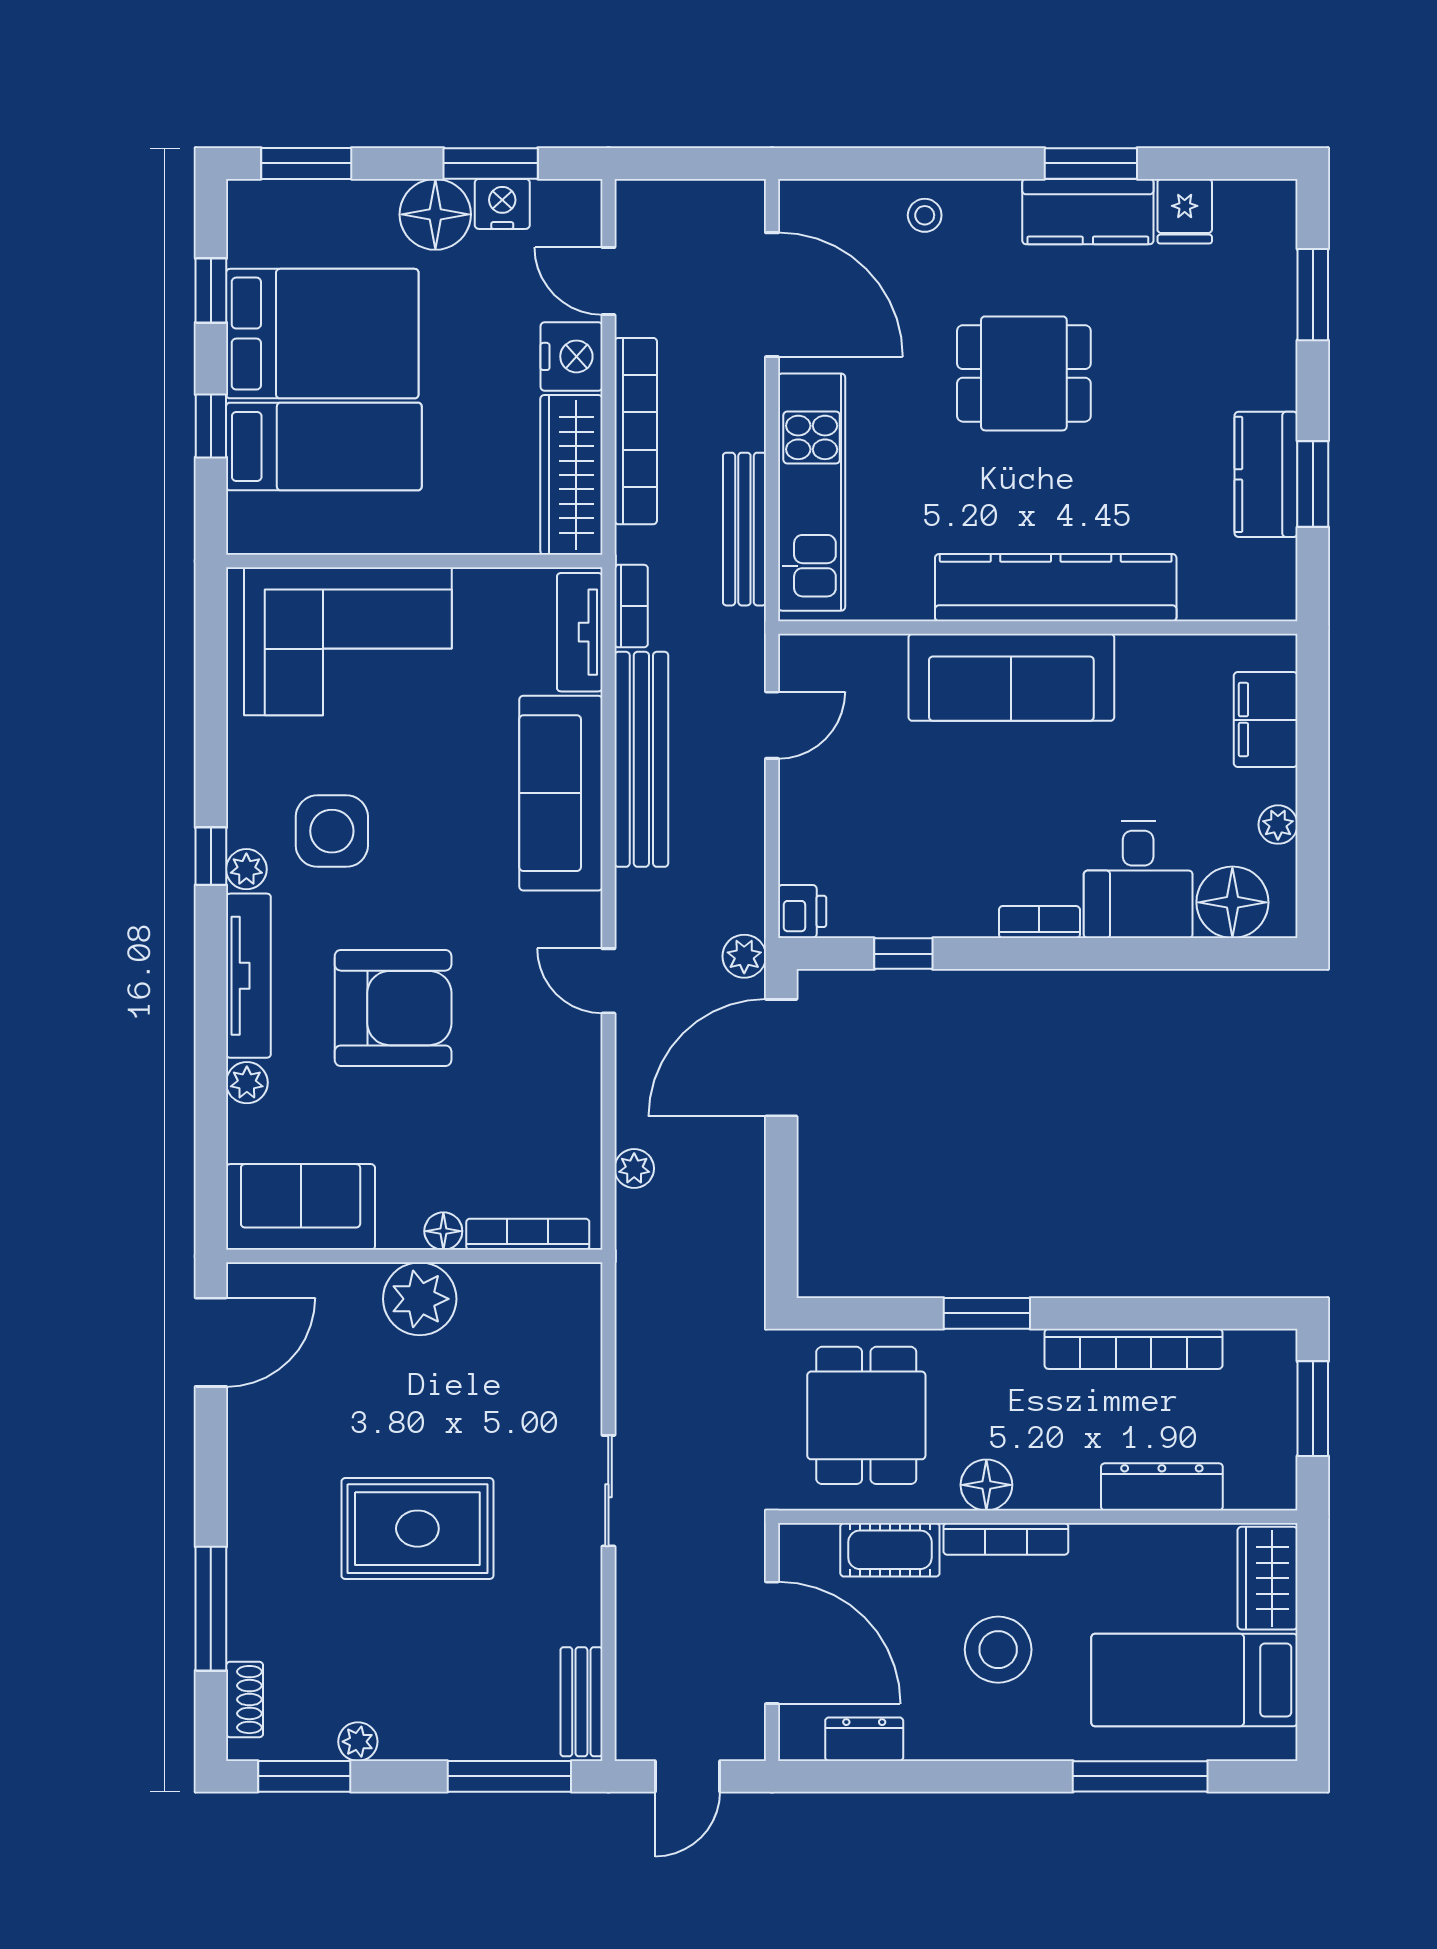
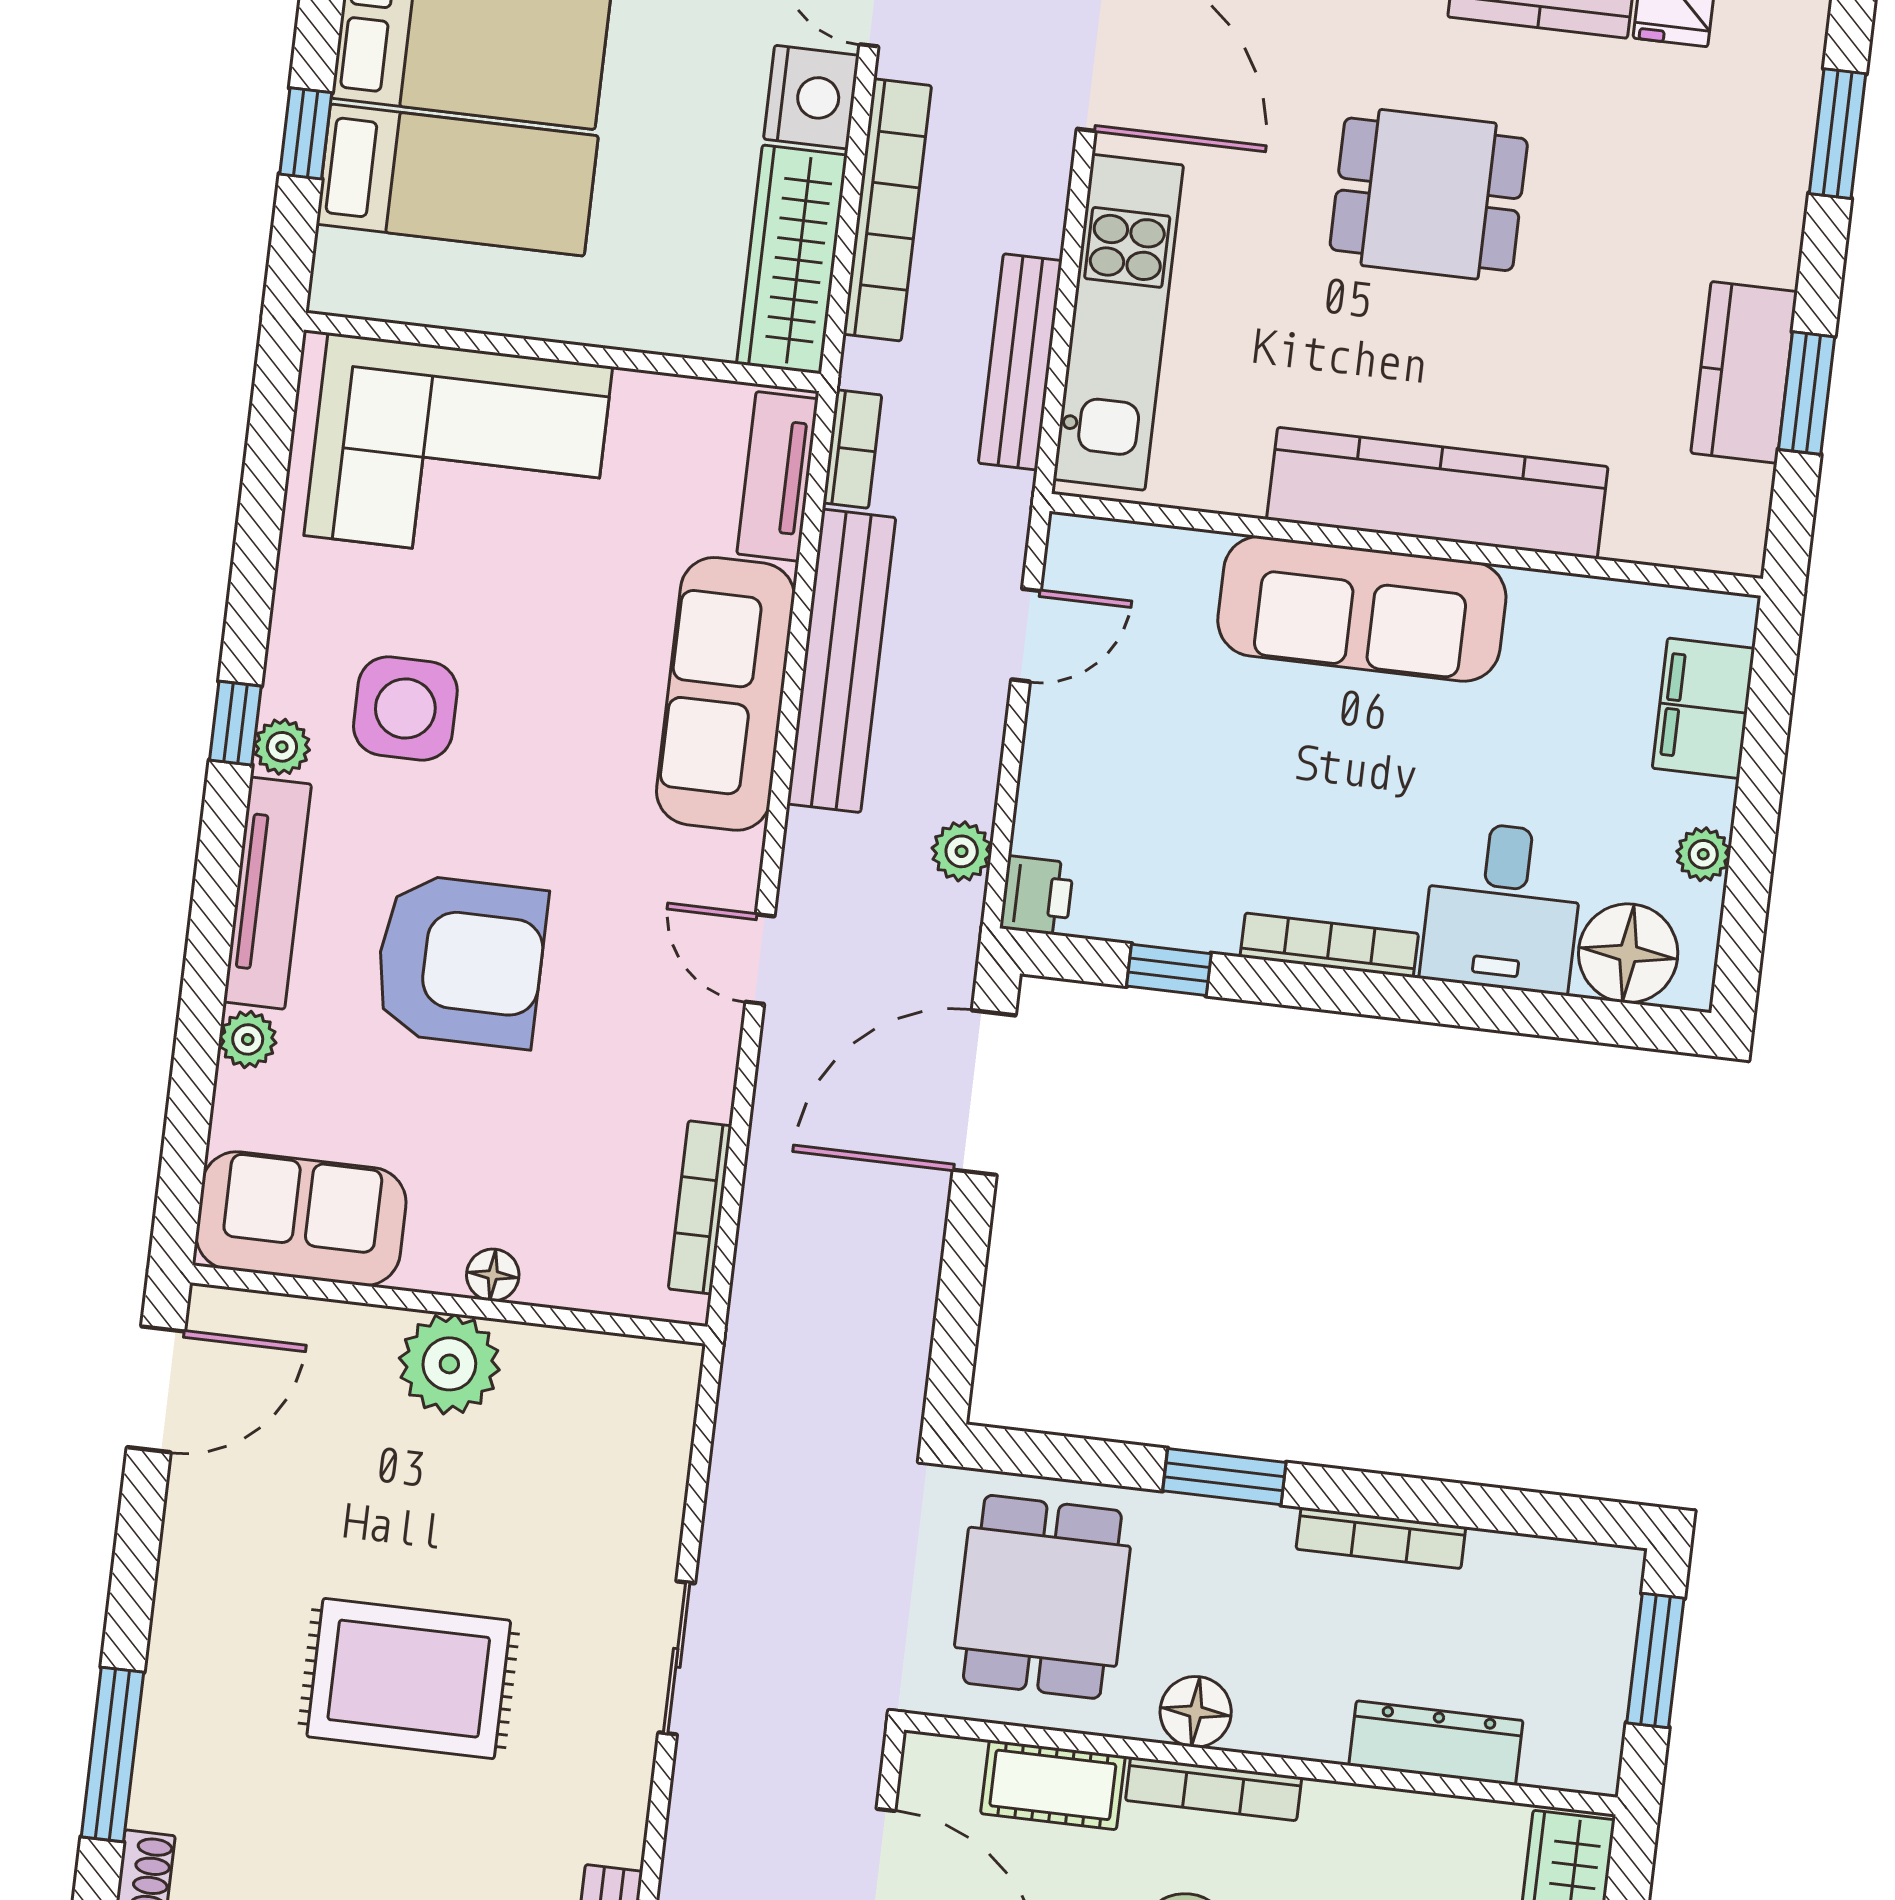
bookcase: (1039, 922) -> (1329, 945), width x1.56
plant: (744, 956) -> (962, 851), moved
plant: (634, 1168) -> (765, 1220), removed
bookcase: (528, 1234) -> (700, 1207), moved, turned -90
bookcase: (1134, 1349) -> (1381, 1538), width x0.68, depth x0.76

